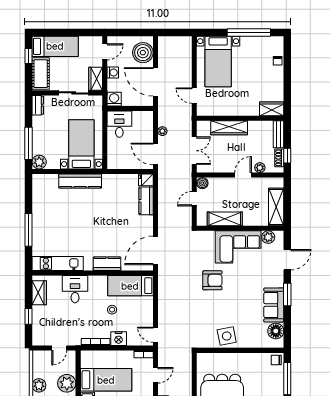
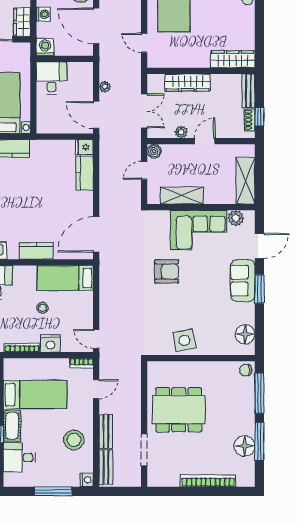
wardrobe: (272, 109) -> (233, 59), width x1.50
plant: (260, 168) -> (181, 132), moved
sofa: (274, 305) -> (243, 281), moved

